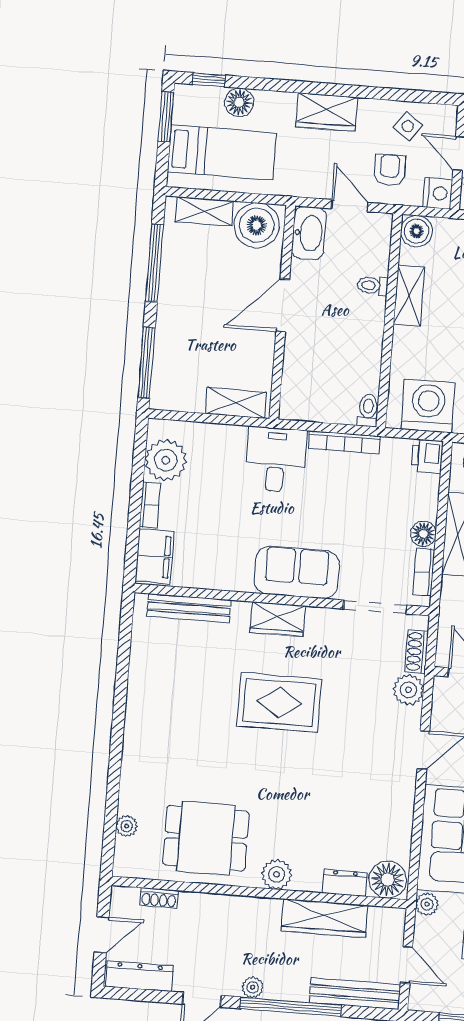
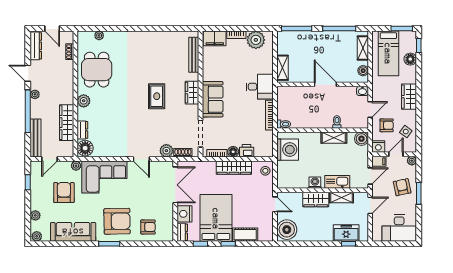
boiler: (257, 225) -> (363, 71), width x0.54, depth x0.54
washbasin: (309, 233) -> (362, 91), width x0.52, depth x0.69
printer: (427, 456) -> (247, 151), moved
rug: (279, 702) -> (157, 96), width x0.73, depth x0.70

